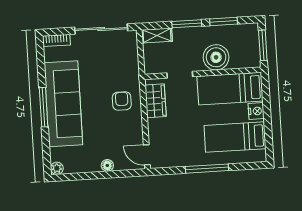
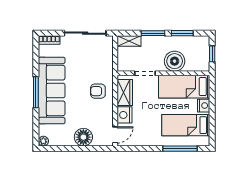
window: (263, 45) -> (212, 54), width x0.67
armchair: (122, 101) -> (98, 91), turned -90
nightstand: (157, 129) -> (124, 115), added
door: (147, 155) -> (115, 135), swing flipped
floor lamp: (107, 165) -> (83, 137), width x1.89, depth x1.89
window: (207, 169) -> (180, 149), moved

